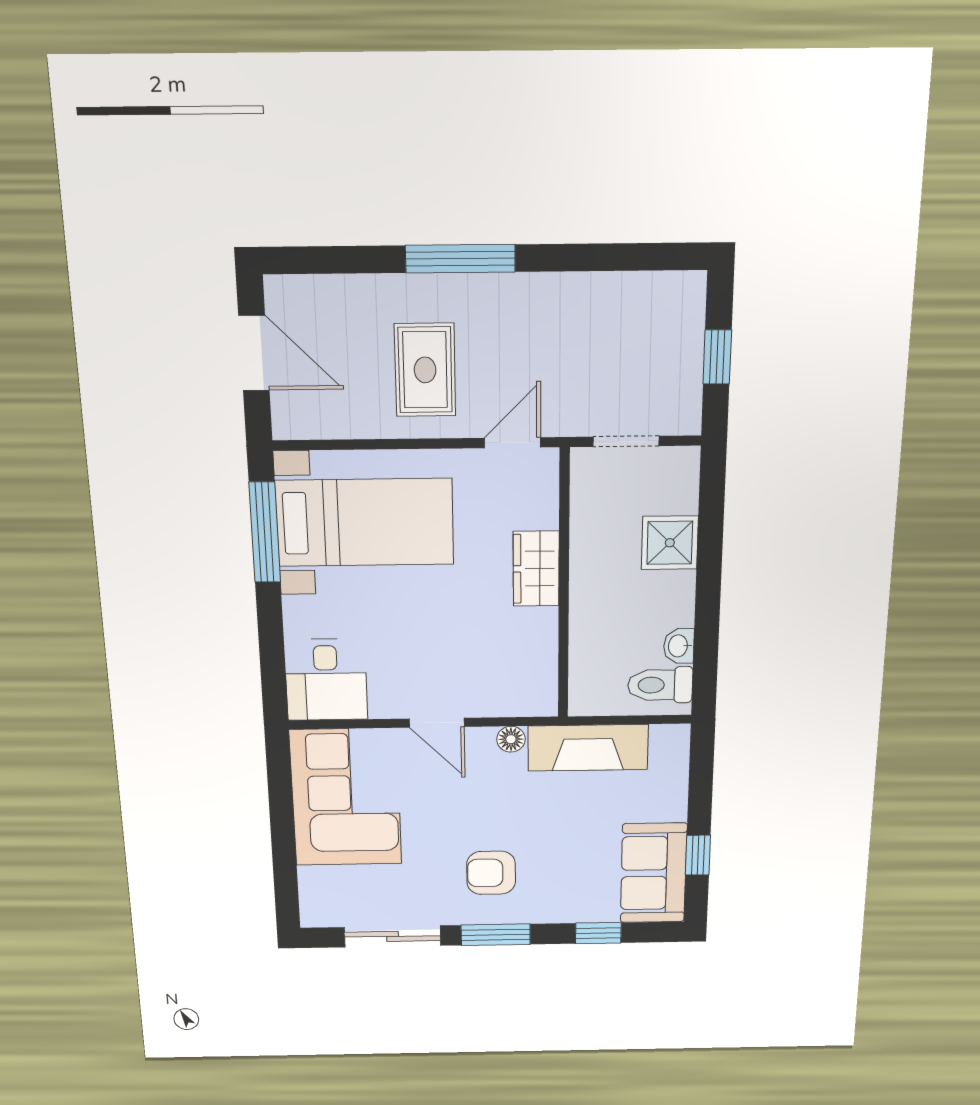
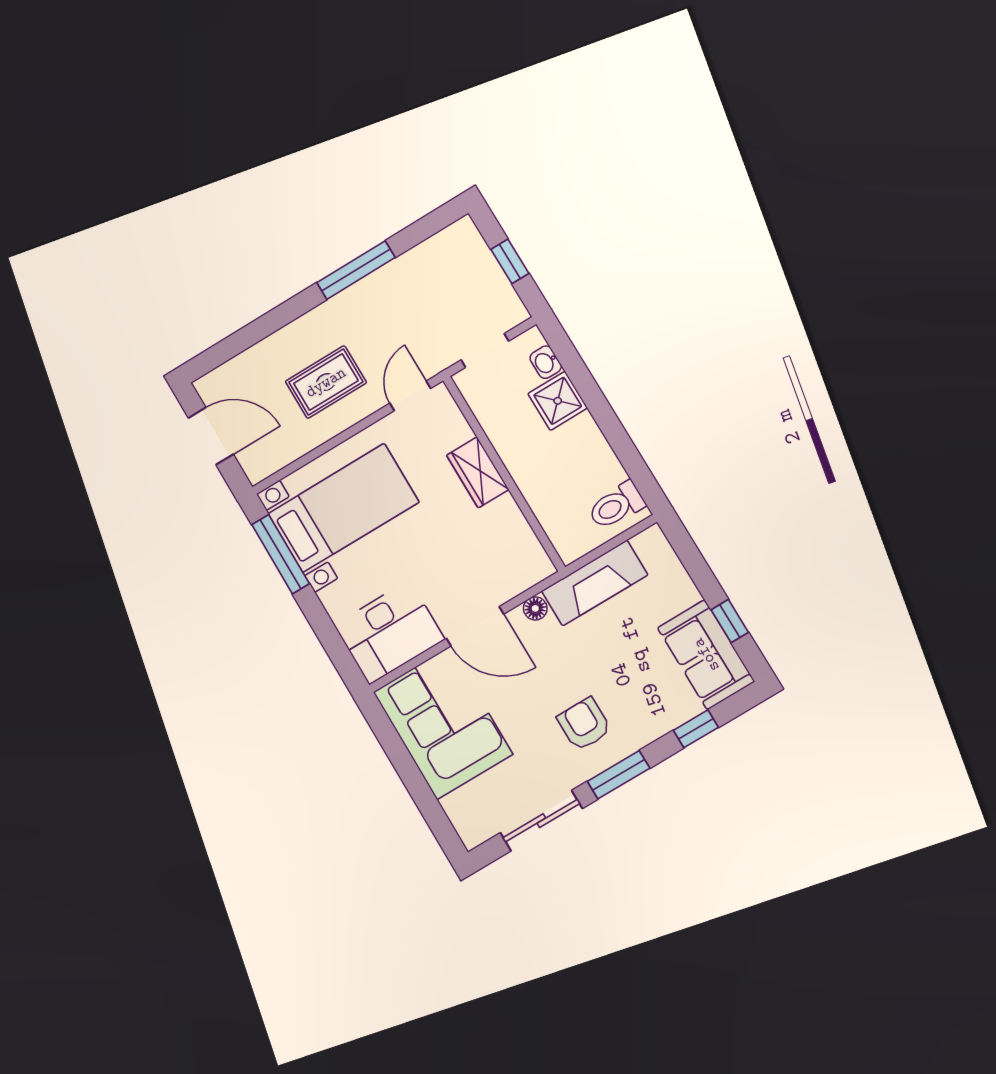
window: (460, 259) -> (356, 270), moved
rug: (425, 370) -> (326, 382), turned 90
washbasin: (679, 646) -> (546, 362), moved
desk: (326, 680) -> (389, 632), width x1.37
door: (437, 723) -> (475, 626), width x1.38
armchair: (491, 873) -> (584, 724), turned 90

